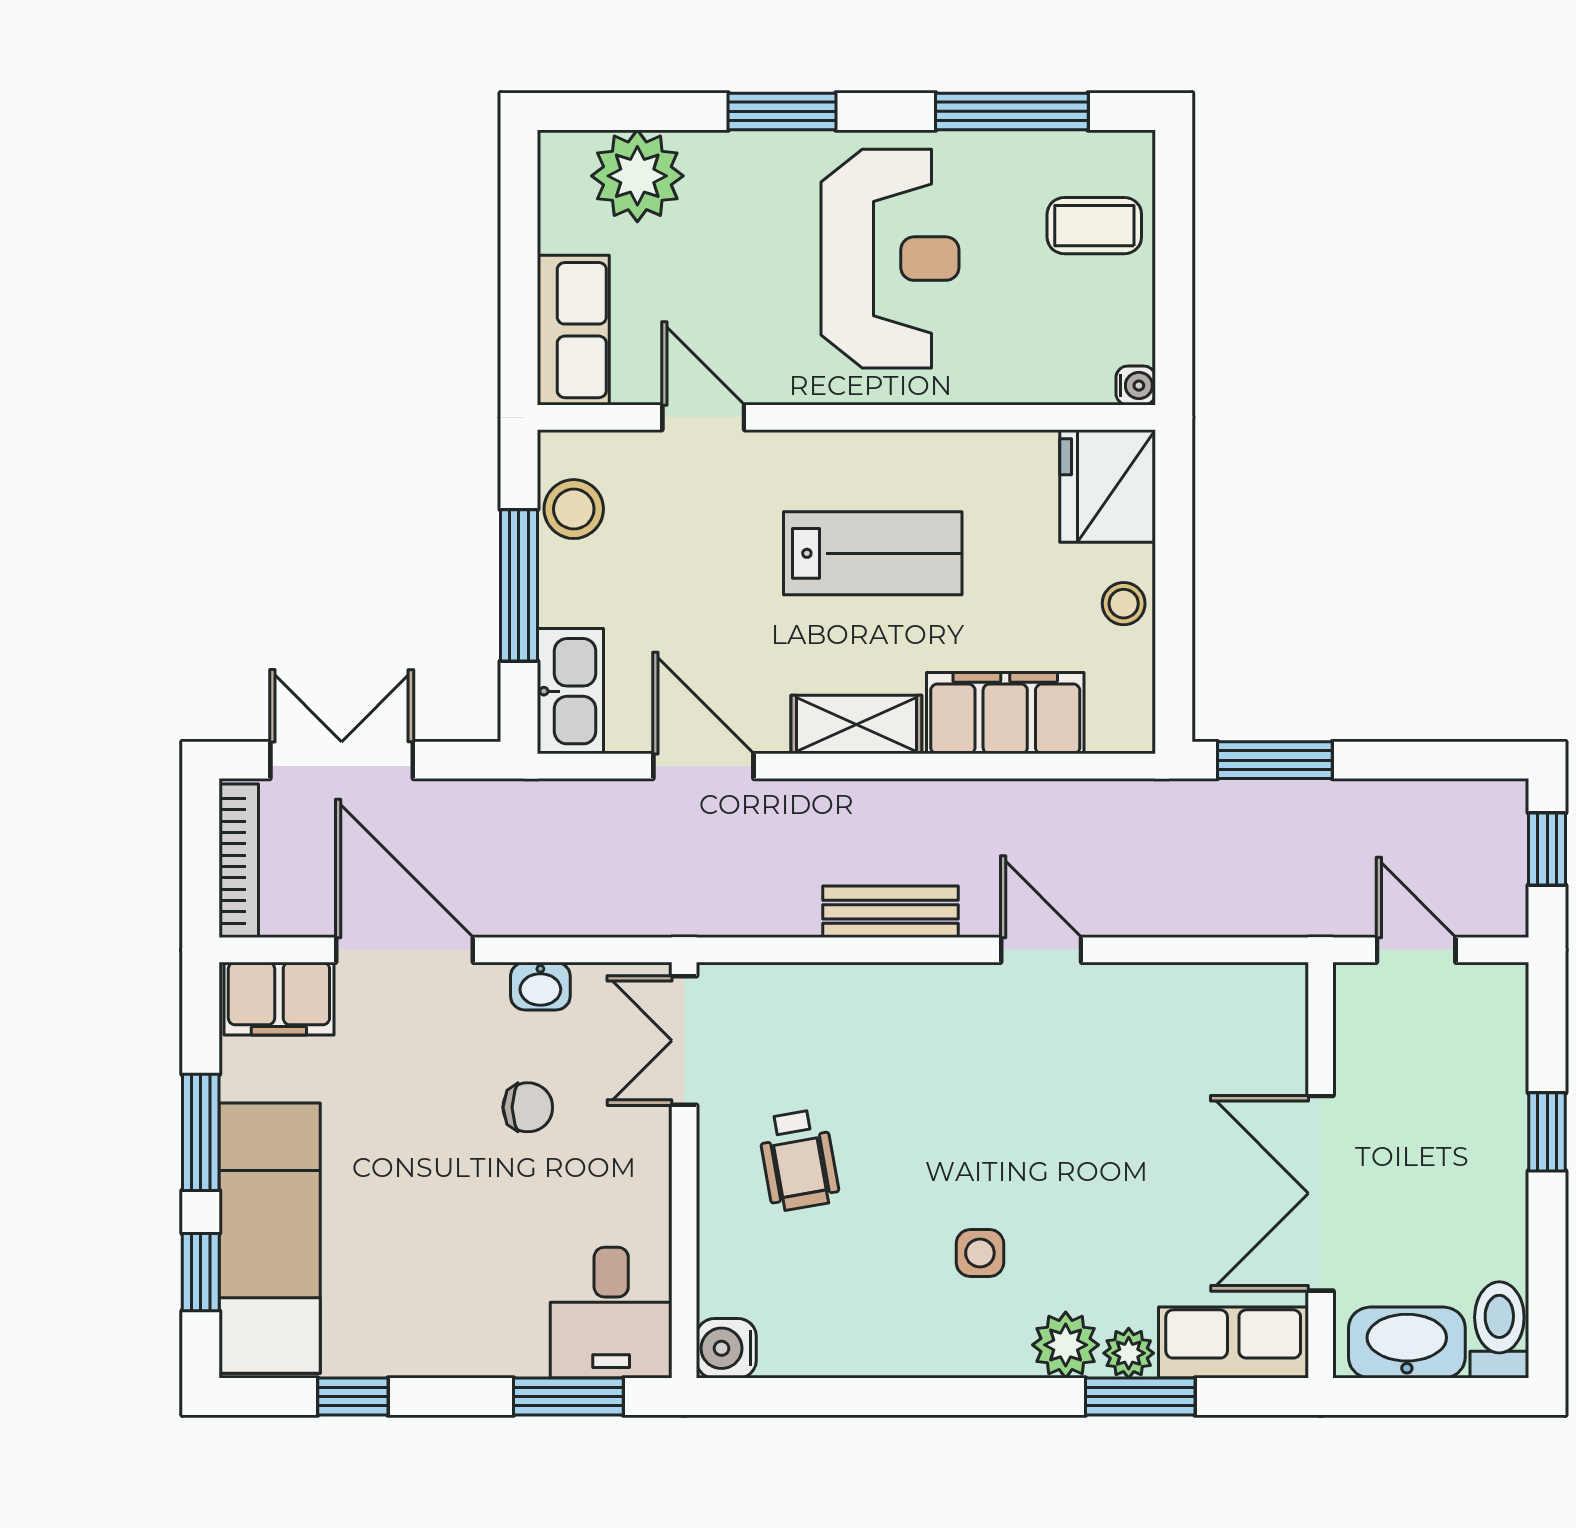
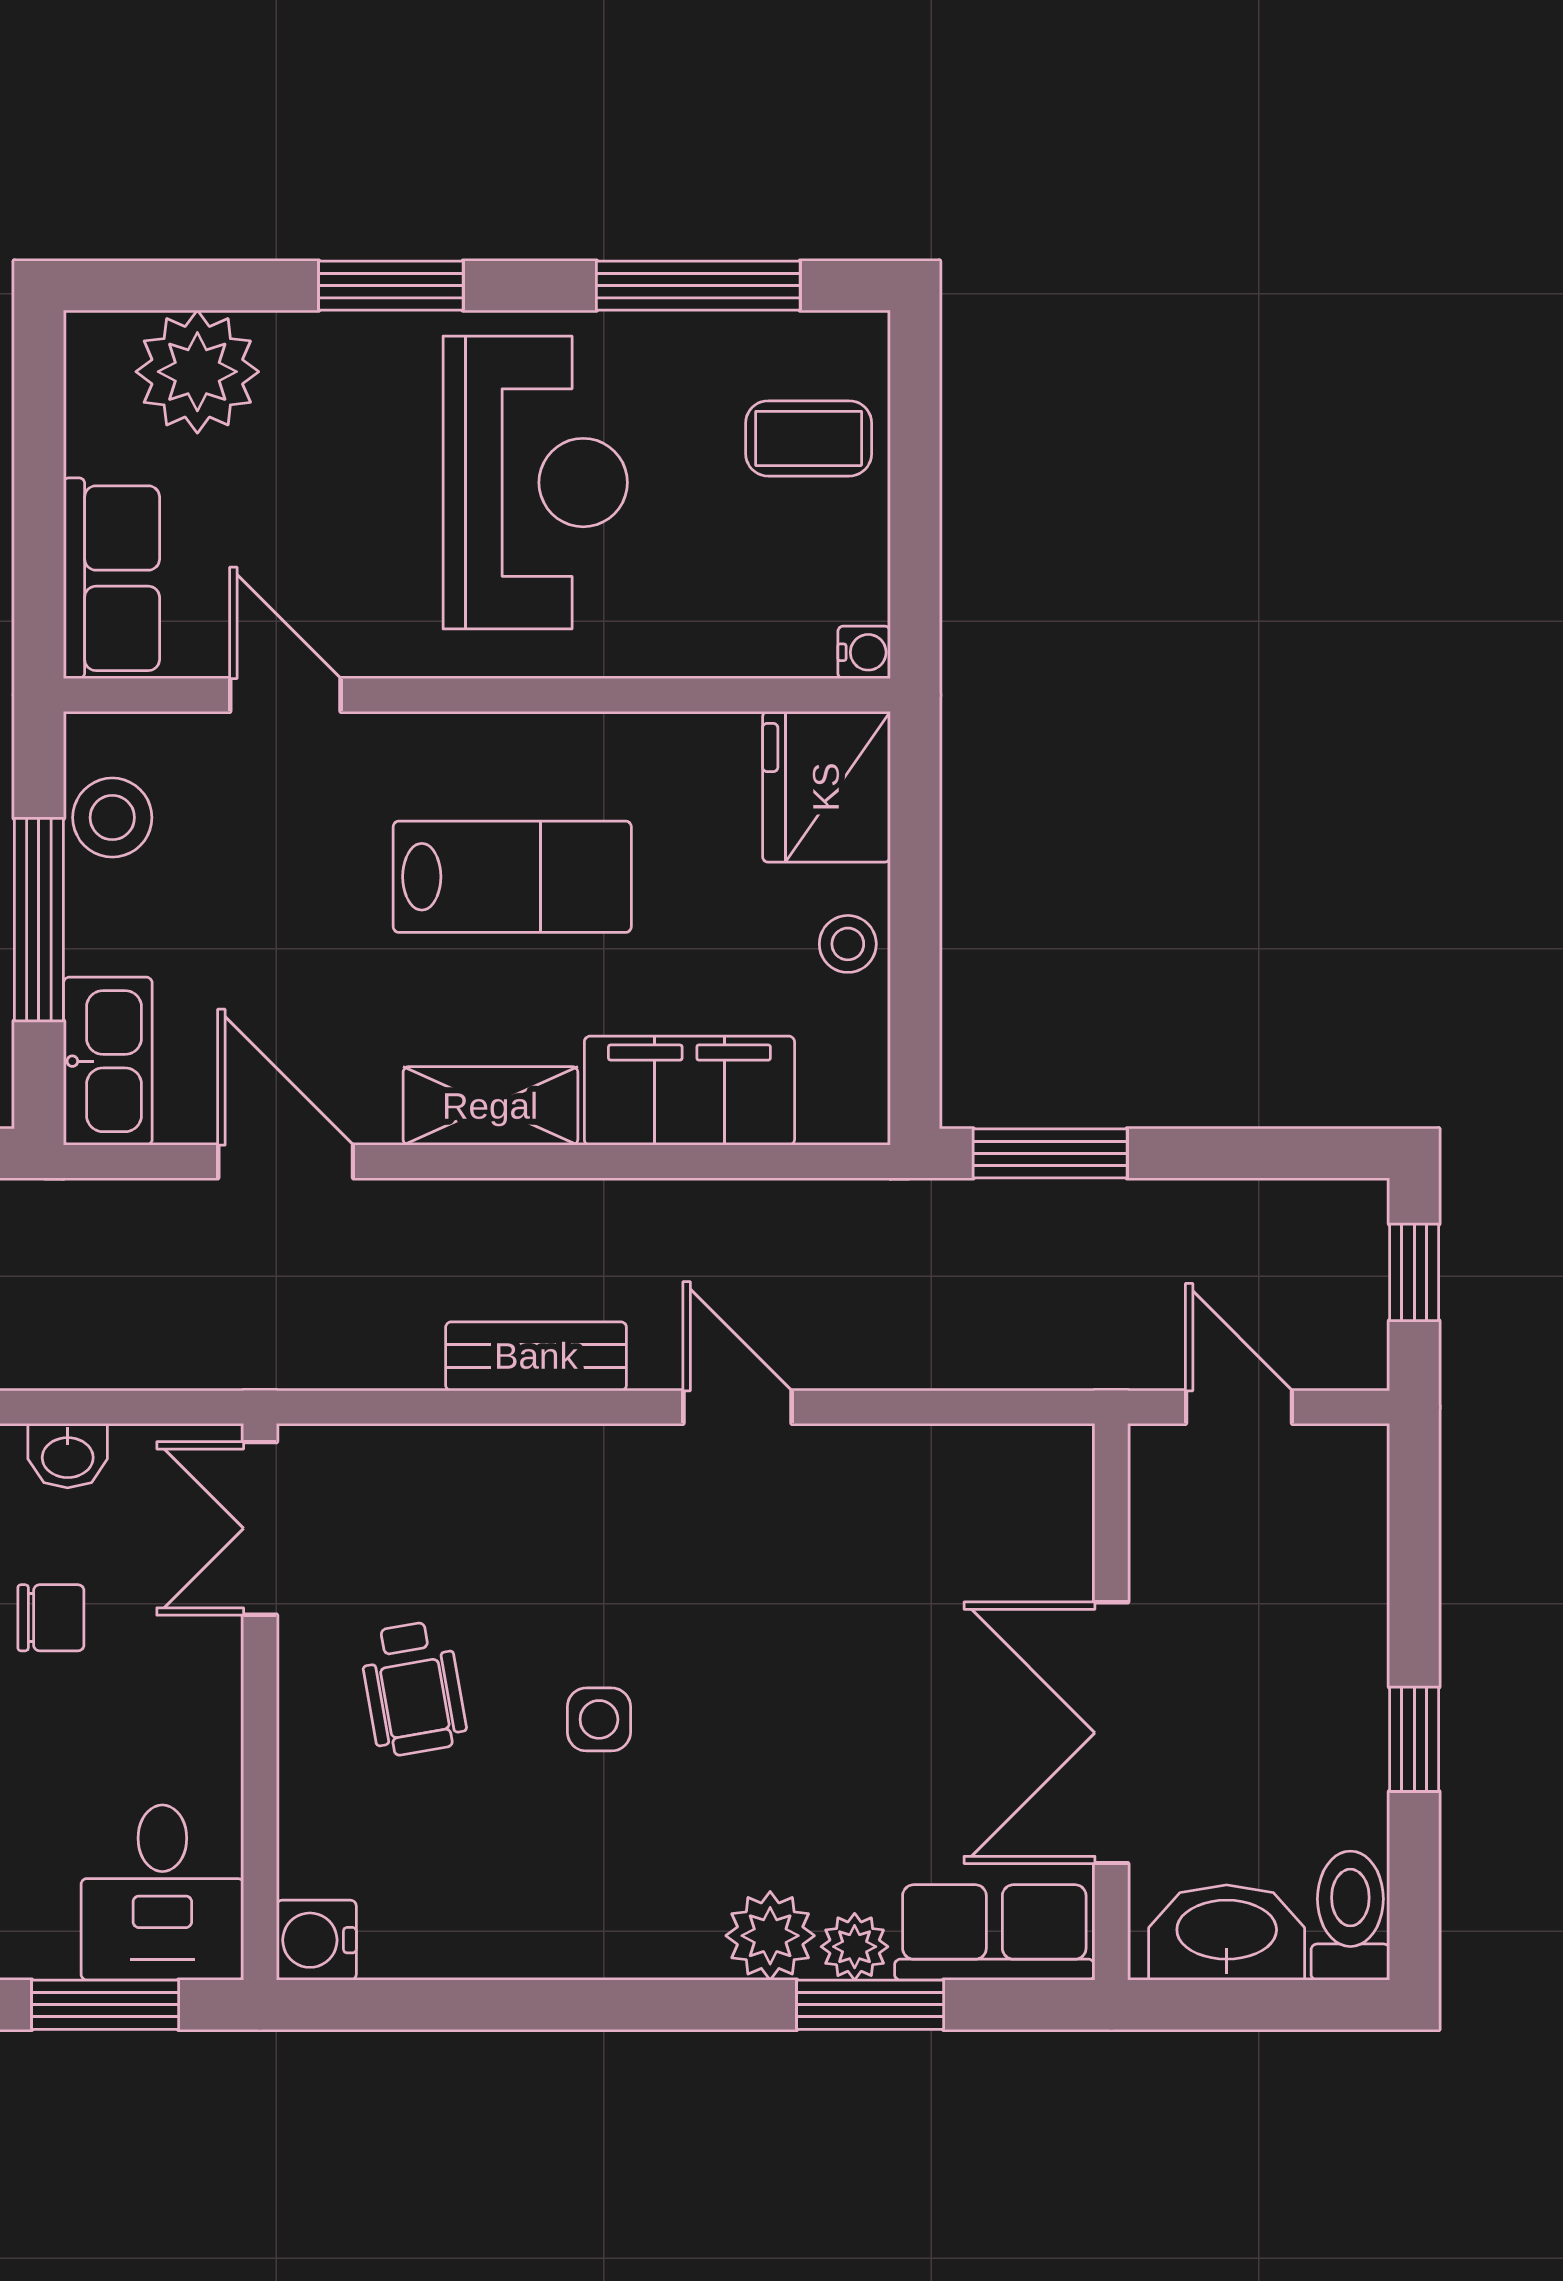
window: (1547, 1132) -> (1414, 1739), moved
side table: (980, 1253) -> (599, 1719), moved

